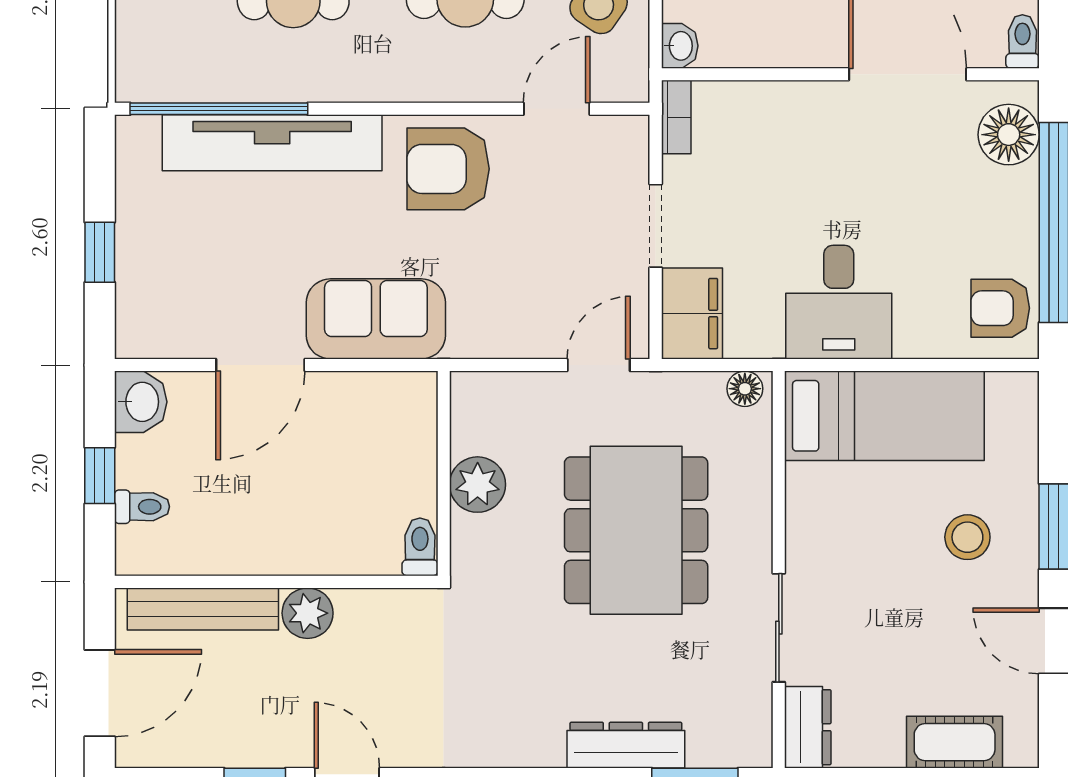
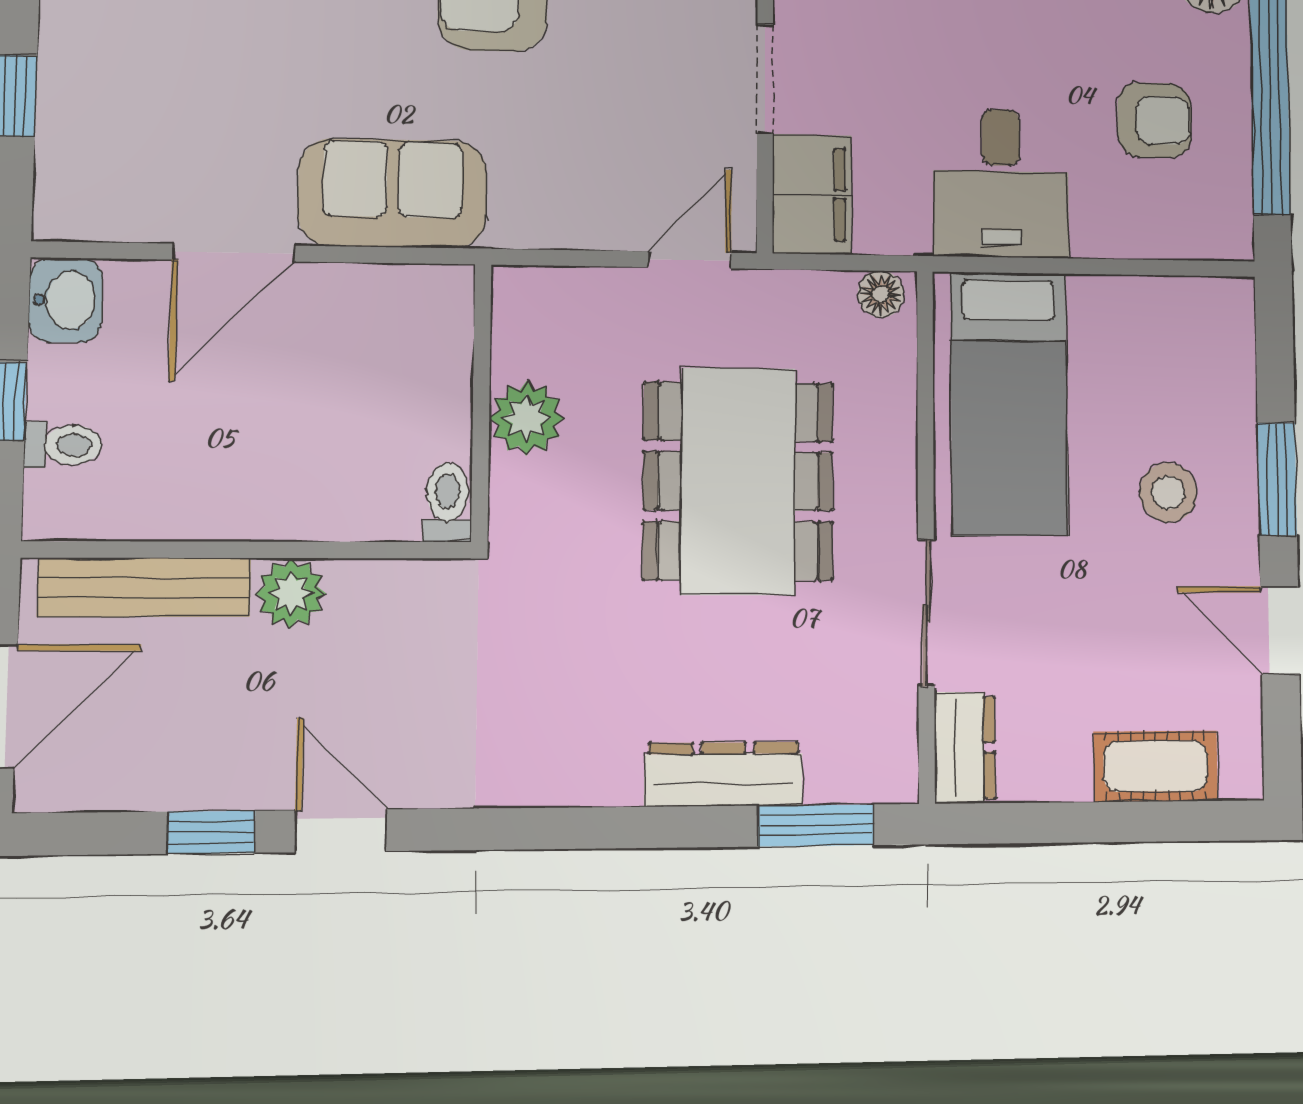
armchair: (1000, 308) -> (1154, 120), moved, turned 180
bed: (884, 416) -> (1009, 404), moved, turned 90

